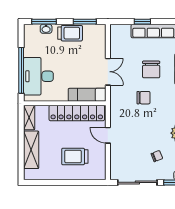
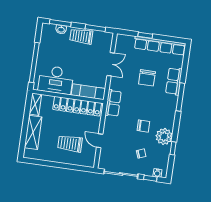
trolley: (70, 33) -> (81, 36), turned 180
double door: (108, 72) -> (111, 64), moved
desk: (38, 76) -> (56, 80), moved, turned -90
chair: (143, 98) -> (143, 126), moved
row of seats: (117, 104) -> (113, 103), added
door: (108, 135) -> (100, 141), moved

